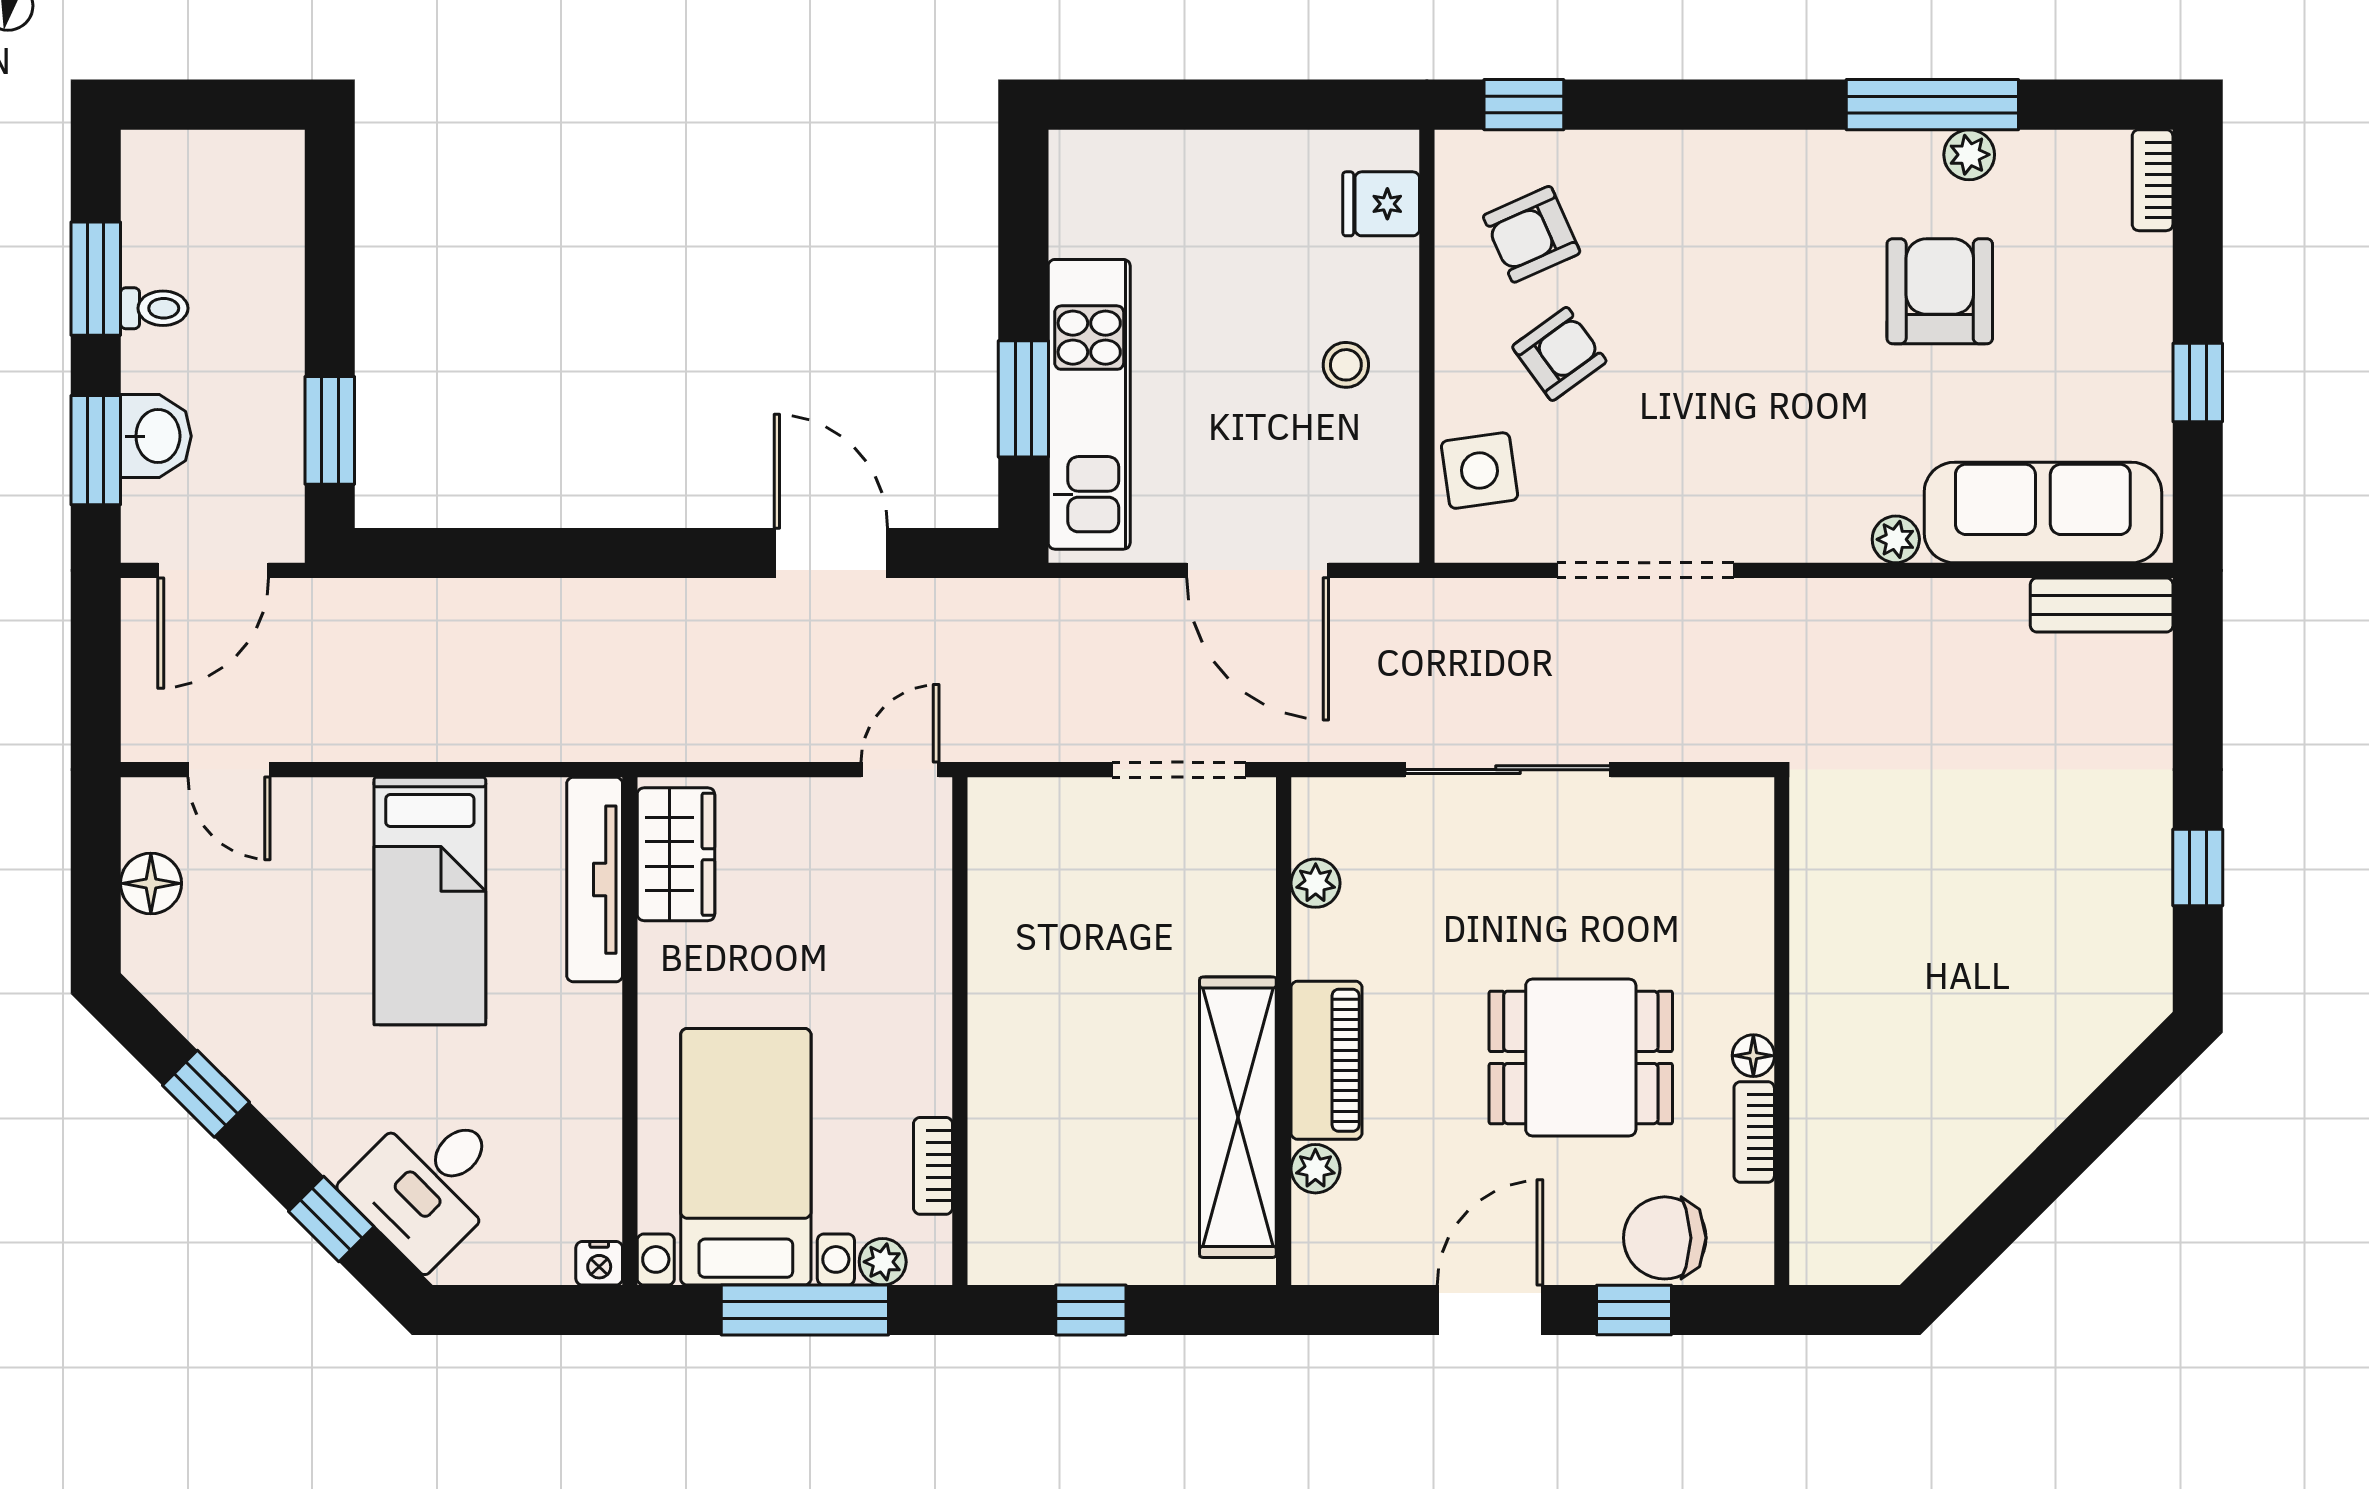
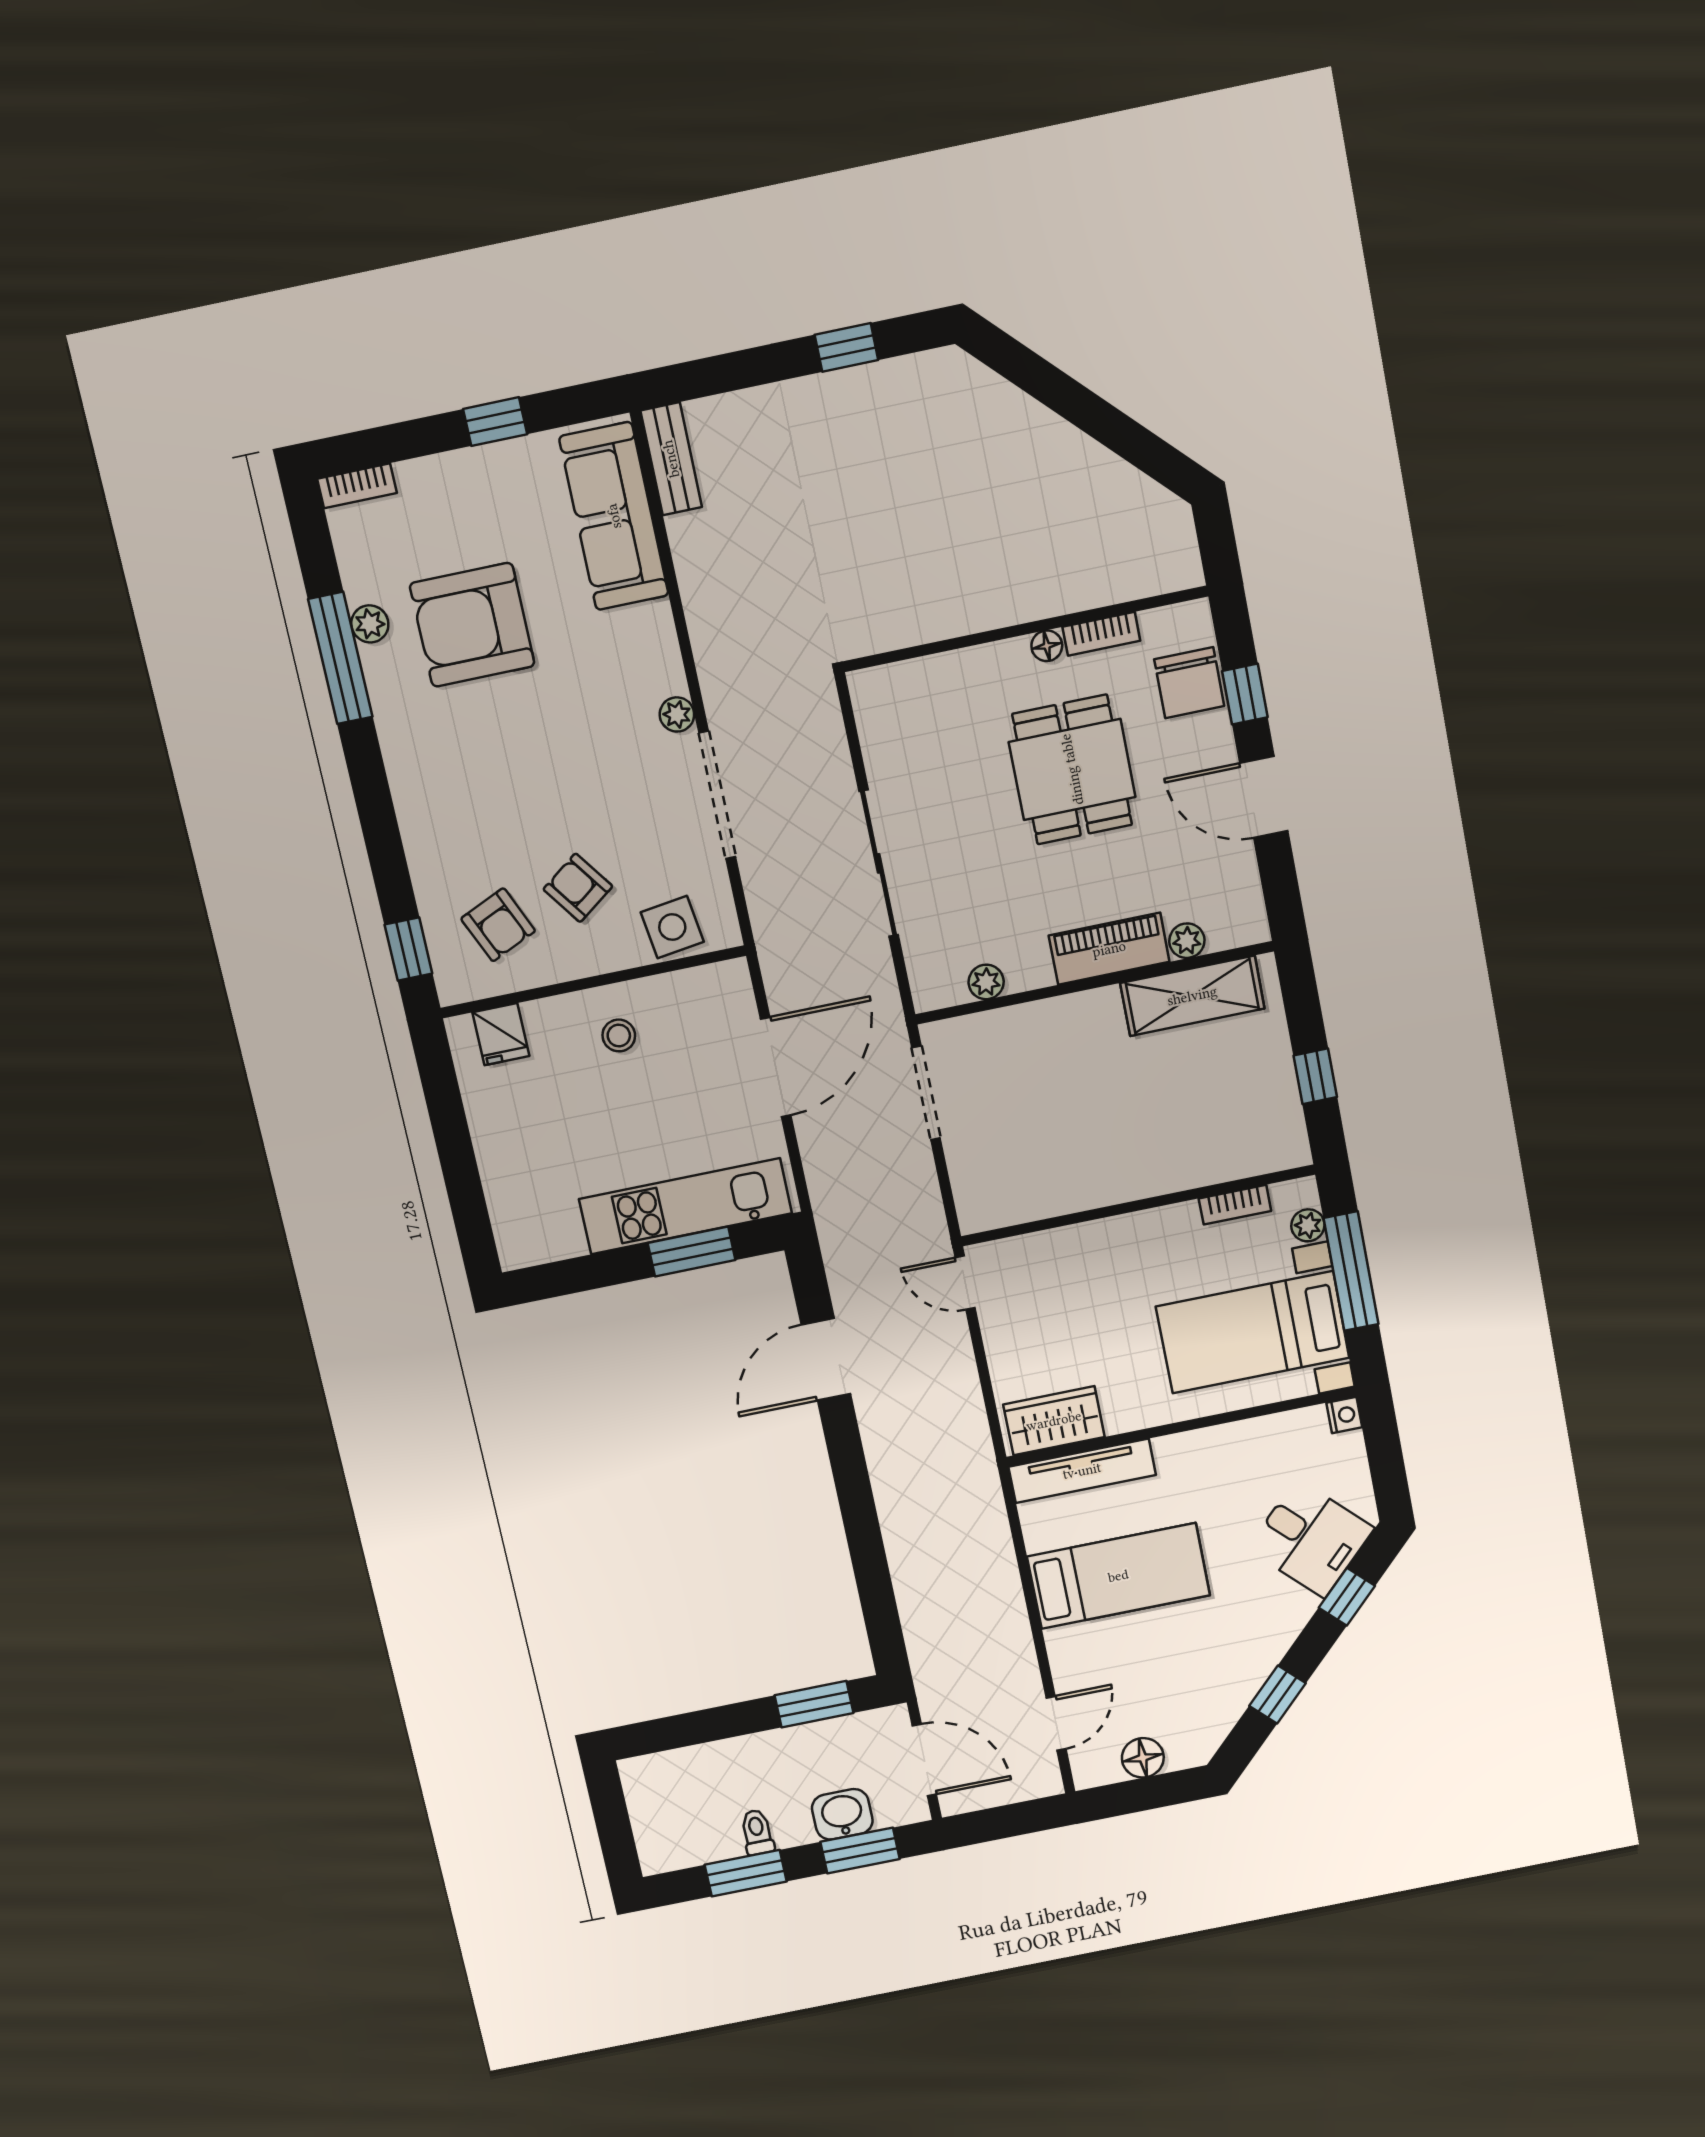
armchair: (1940, 291) -> (472, 625), width x1.36, depth x1.36
plant: (1896, 539) -> (677, 714), moved
shelving: (1238, 1117) -> (1192, 996), width x0.68

